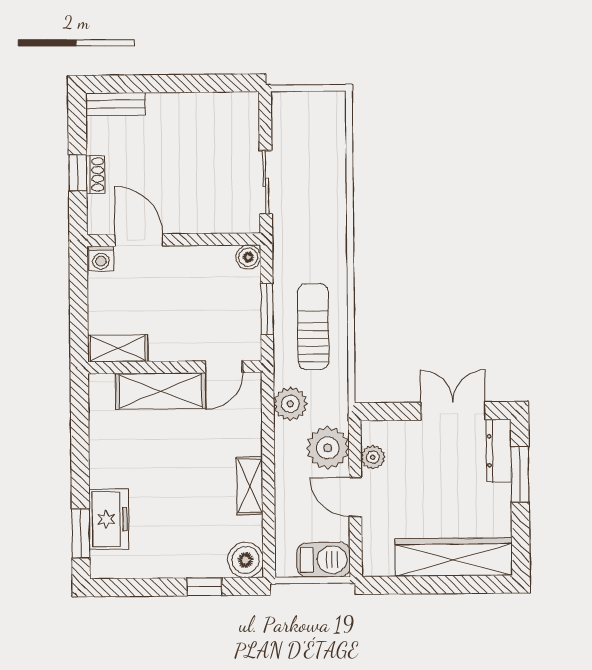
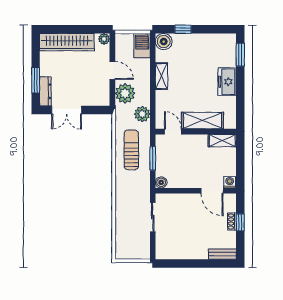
sun lounger: (313, 327) -> (131, 150), turned 180
door: (224, 367) -> (173, 132), hinge flipped
plant: (373, 457) -> (104, 39), moved
freezer: (109, 519) -> (227, 82), moved
barbecue: (324, 560) -> (142, 46), moved, turned 90

